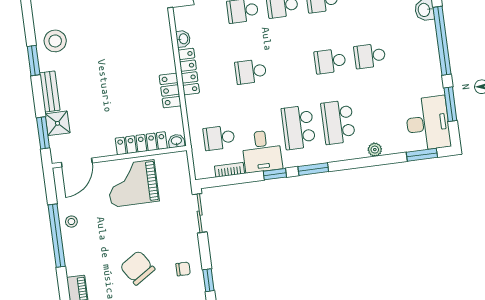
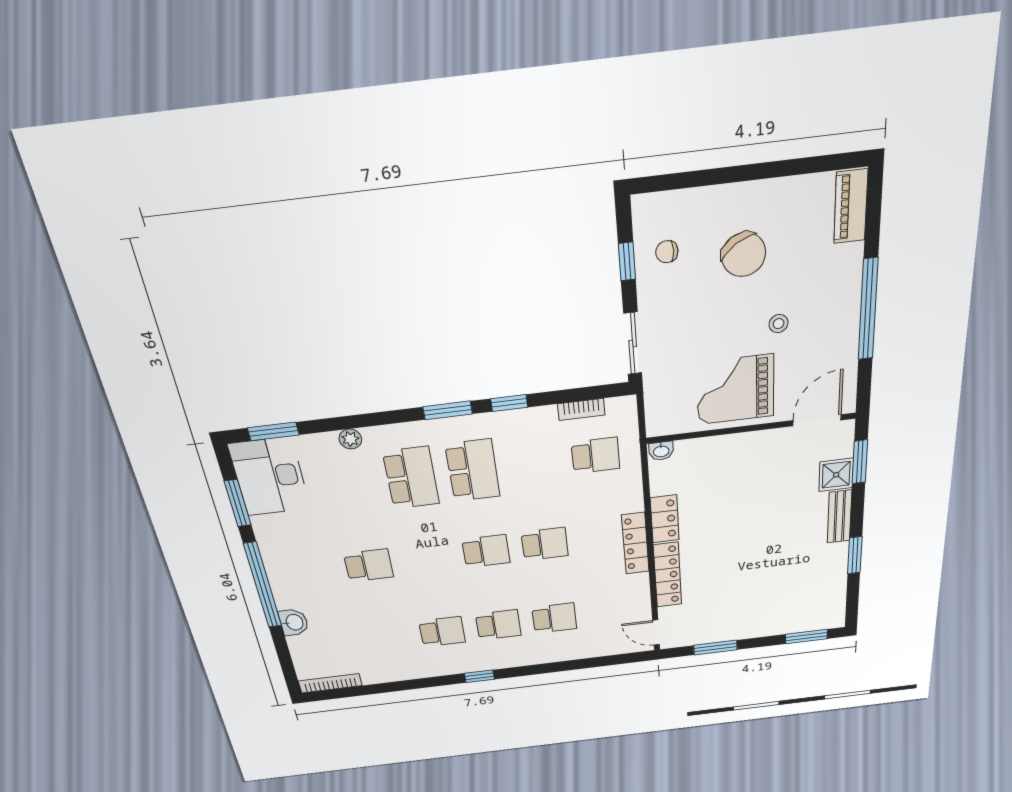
washbasin: (183, 39) -> (640, 584), removed
stool: (55, 41) -> (820, 579), removed
school desk: (330, 61) -> (486, 551), moved
locker: (141, 143) -> (667, 575), moved, turned -90
desk: (262, 151) -> (530, 437), removed
grand piano: (133, 183) -> (735, 390), turned 180
stool: (71, 222) -> (779, 324), moved
window: (208, 280) -> (627, 261), moved

